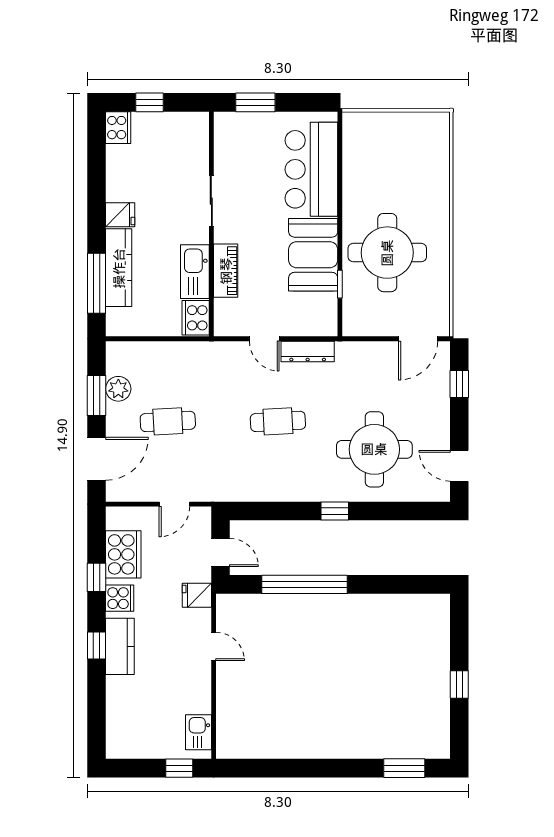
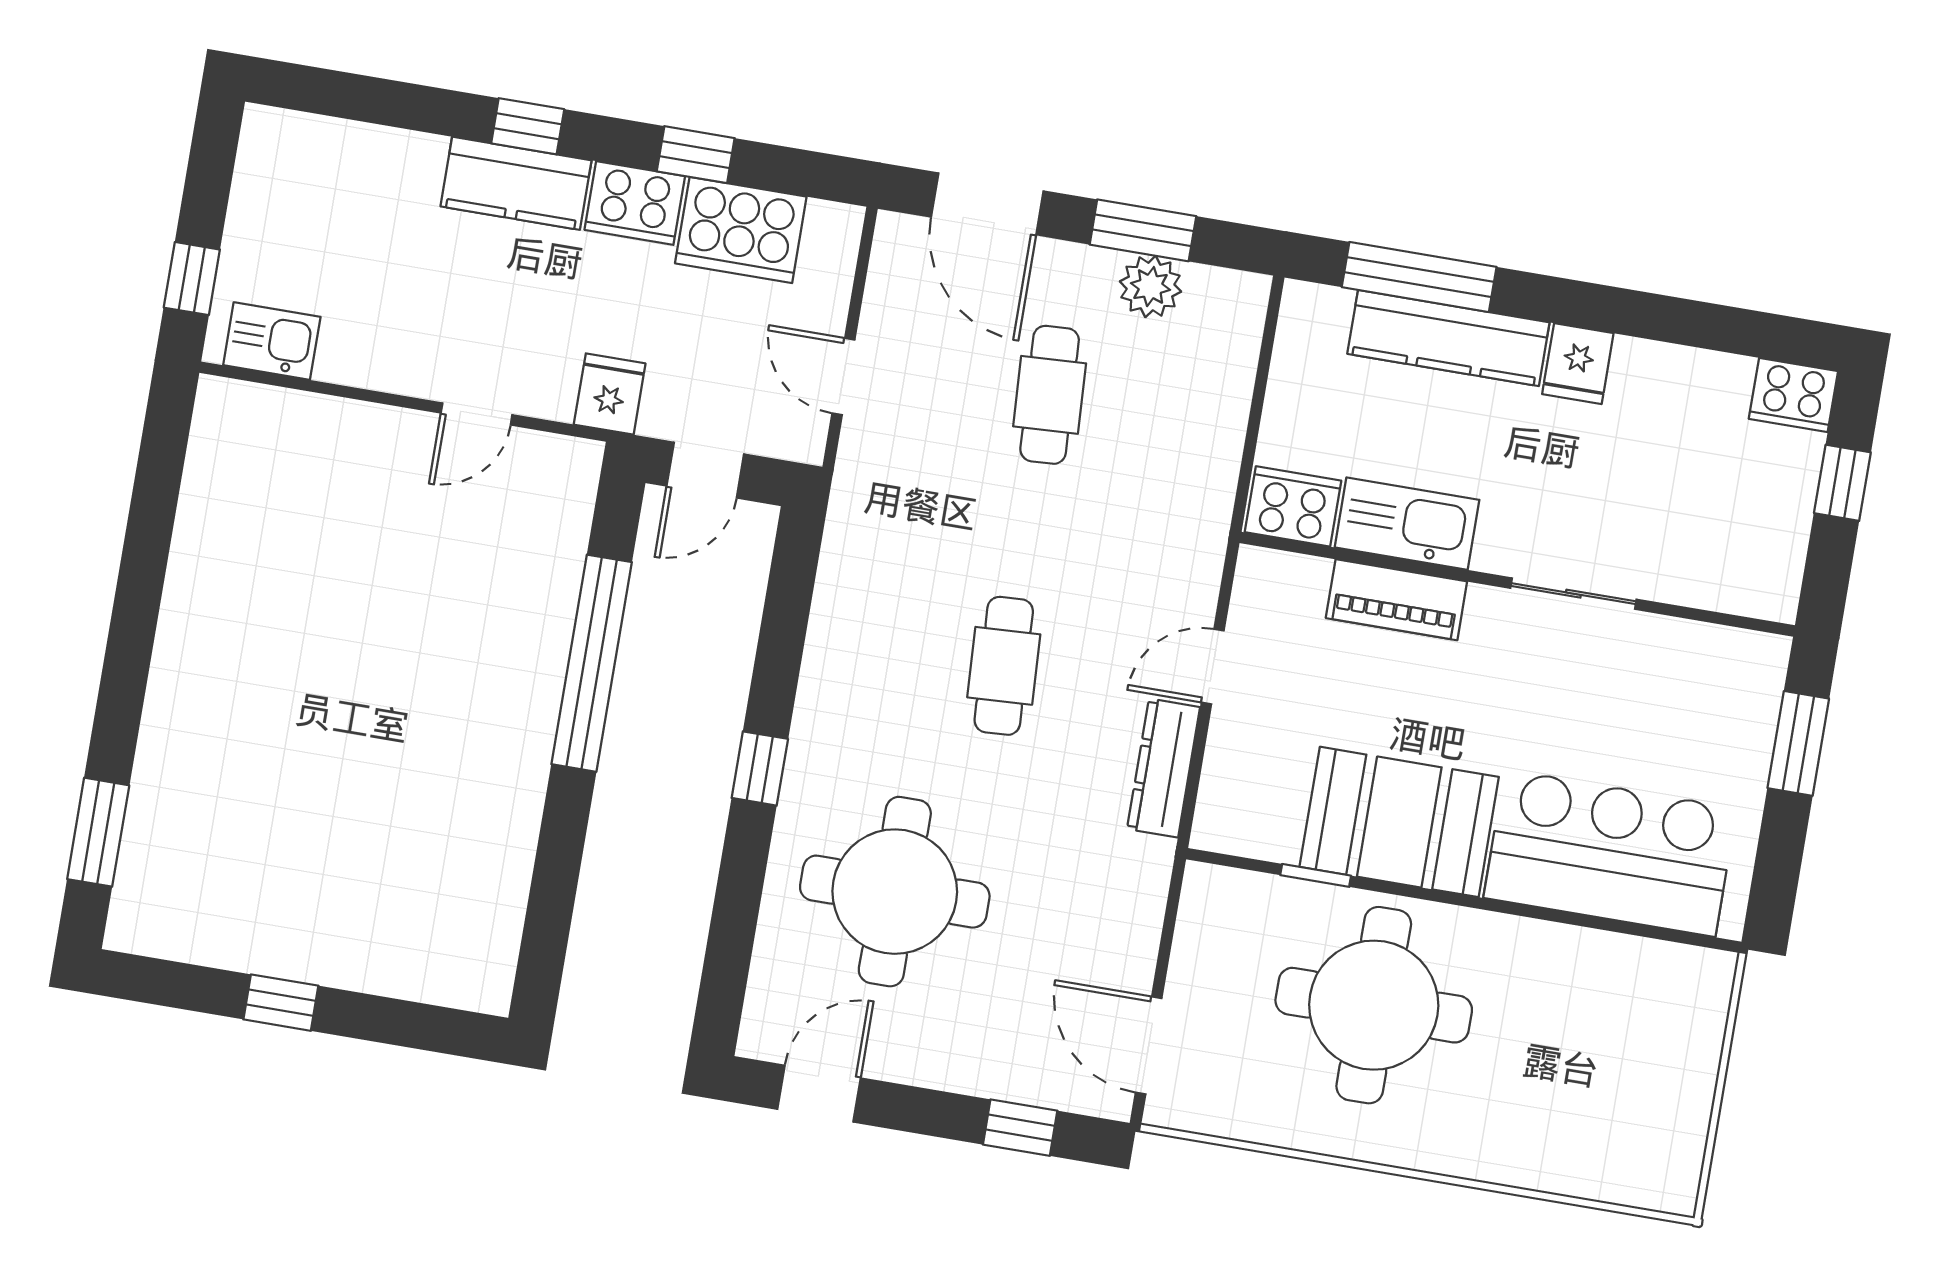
cooker: (120, 598) -> (635, 203), width x1.36

